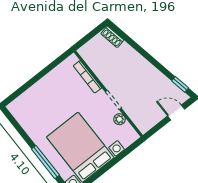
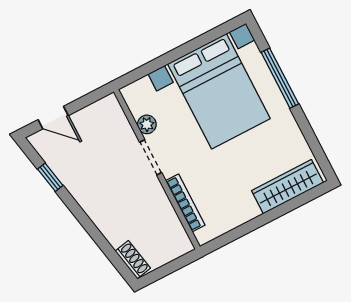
window: (180, 84) -> (50, 177), moved
wardrobe: (28, 98) -> (287, 187), added

